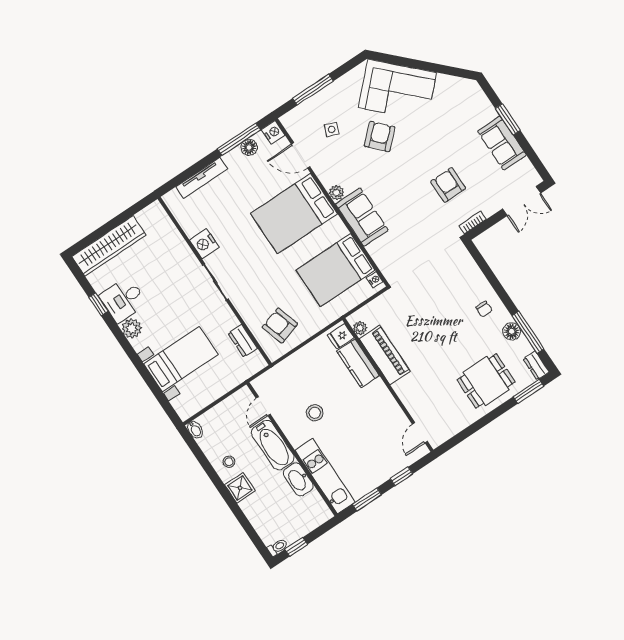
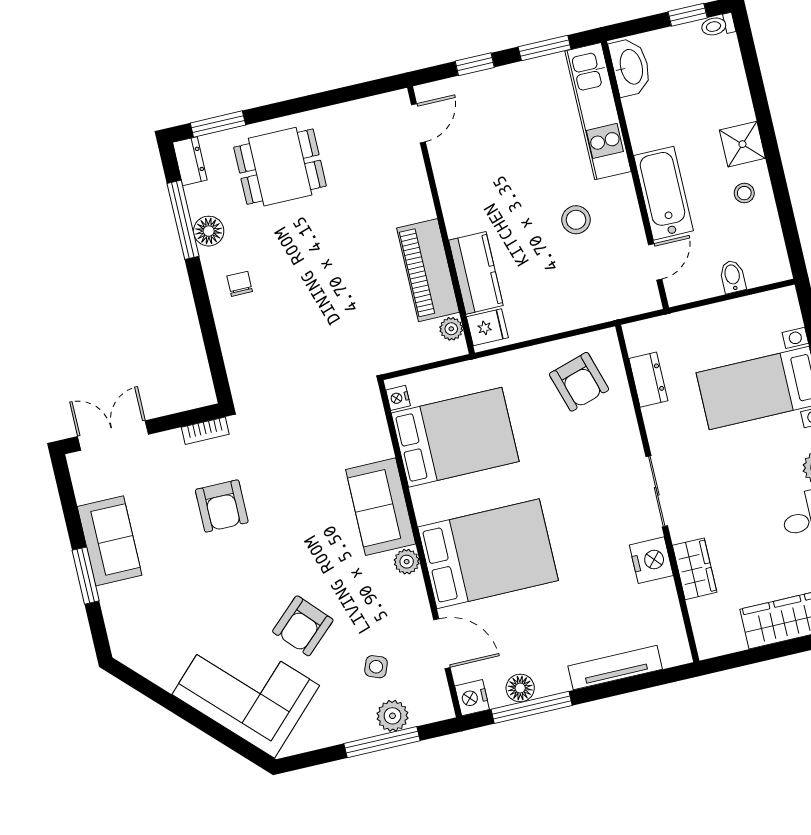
plant: (313, 106) -> (392, 716), added
wardrobe: (179, 248) -> (695, 569), added
bidet: (195, 430) -> (733, 277), moved
washbasin: (298, 479) -> (630, 67), moved

